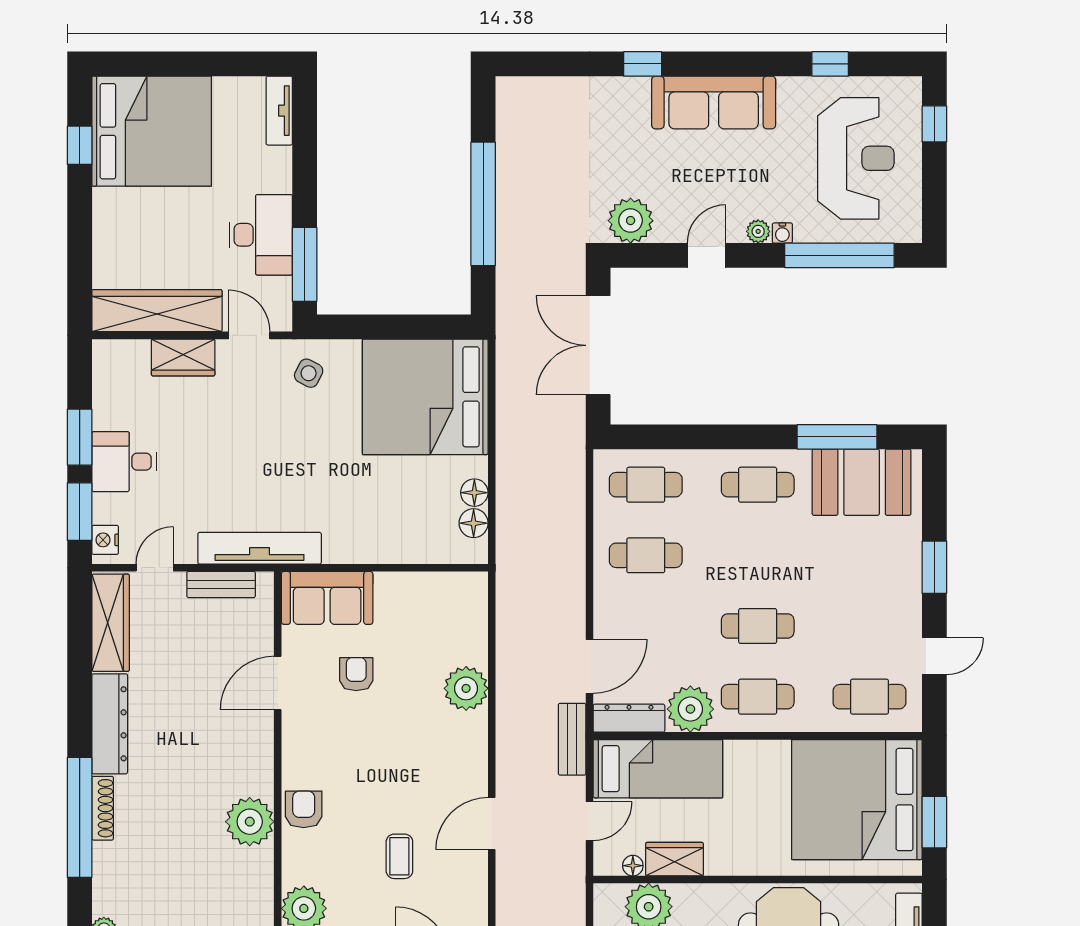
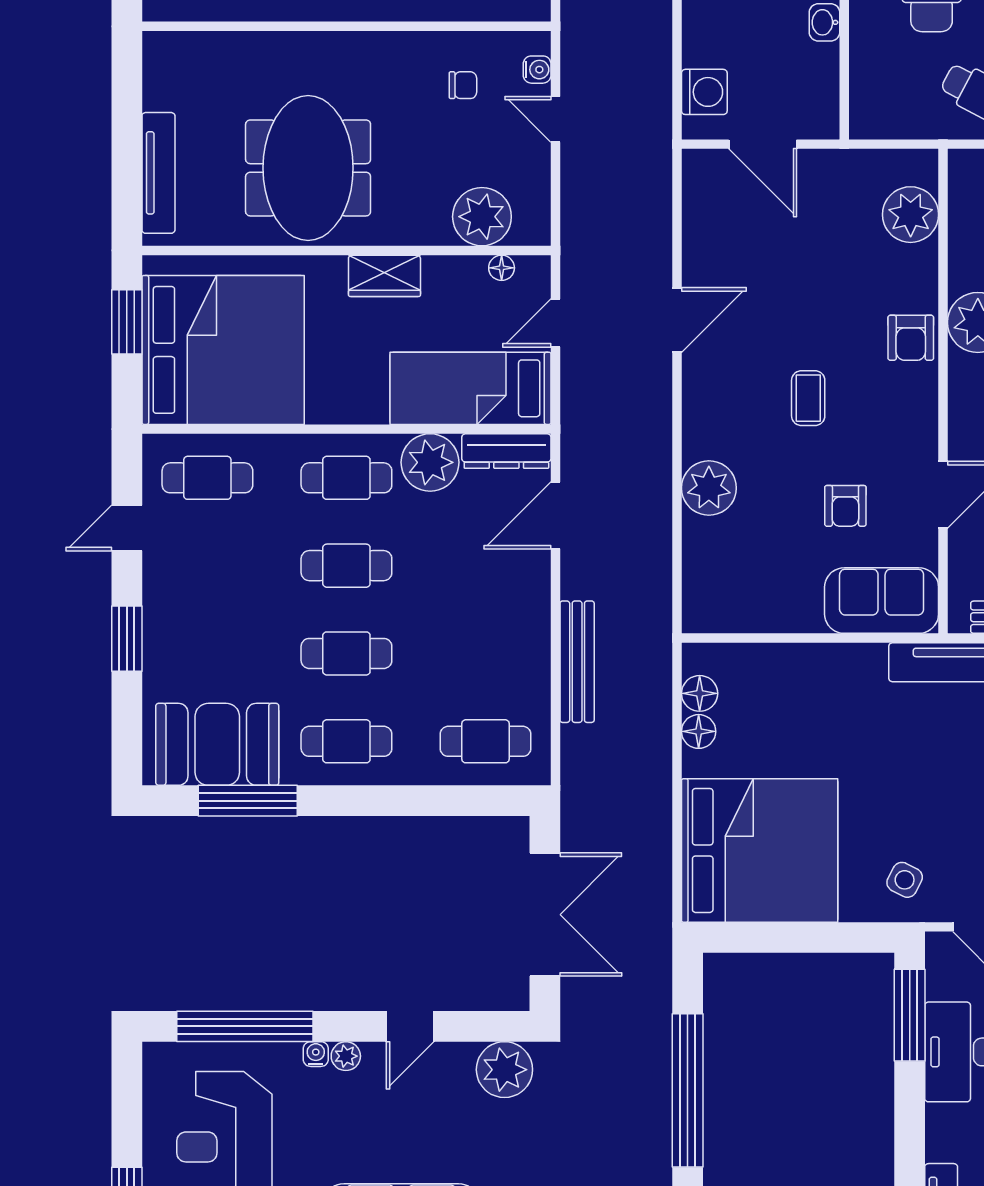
cafe table: (646, 555) -> (346, 653), moved
bench: (572, 739) -> (577, 662), moved, width x1.36
coffee table: (399, 856) -> (808, 398), moved
wardrobe: (674, 859) -> (384, 276), moved

